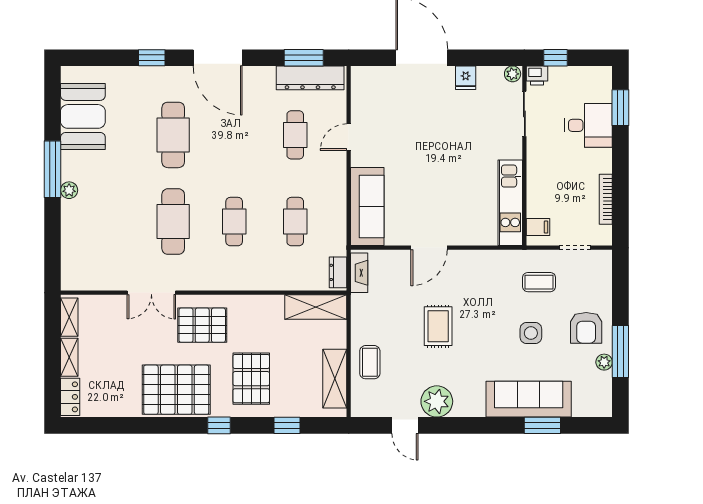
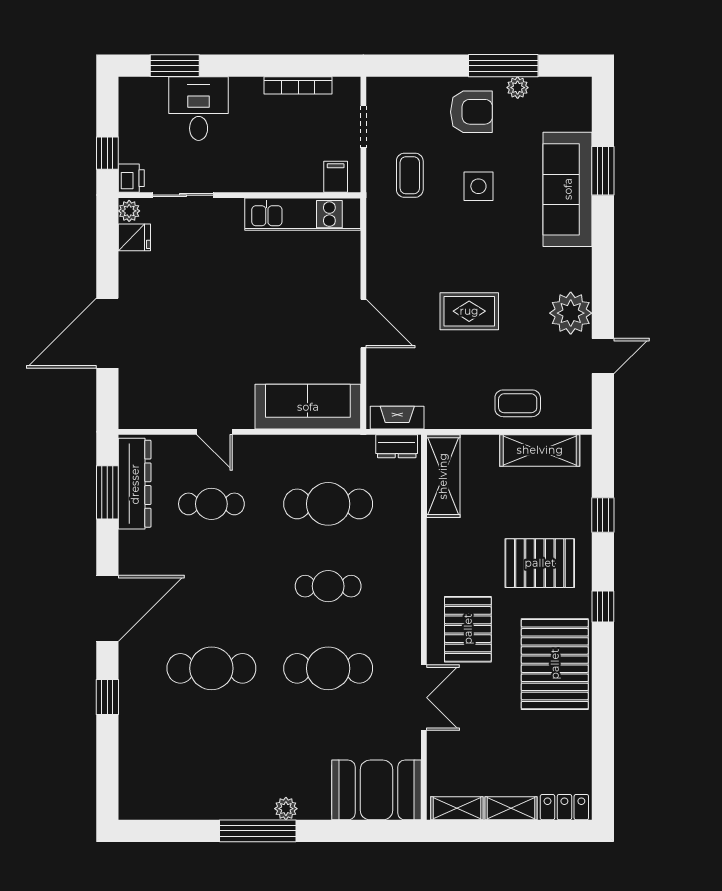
fridge: (466, 78) -> (134, 237), moved
booth: (83, 116) -> (376, 790), moved
cafe table: (295, 222) -> (328, 504), width x1.37, depth x1.35

